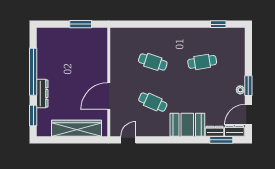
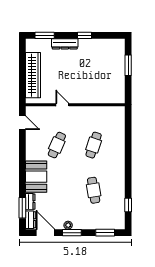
window: (81, 24) -> (128, 65), moved
window: (248, 49) -> (105, 233), added
window: (33, 72) -> (85, 35), width x0.32
door: (109, 96) -> (62, 105), width x0.53

